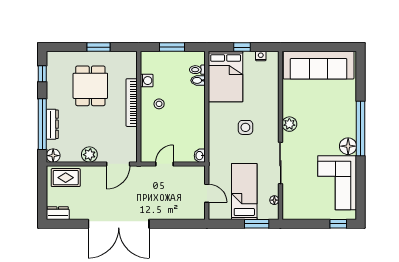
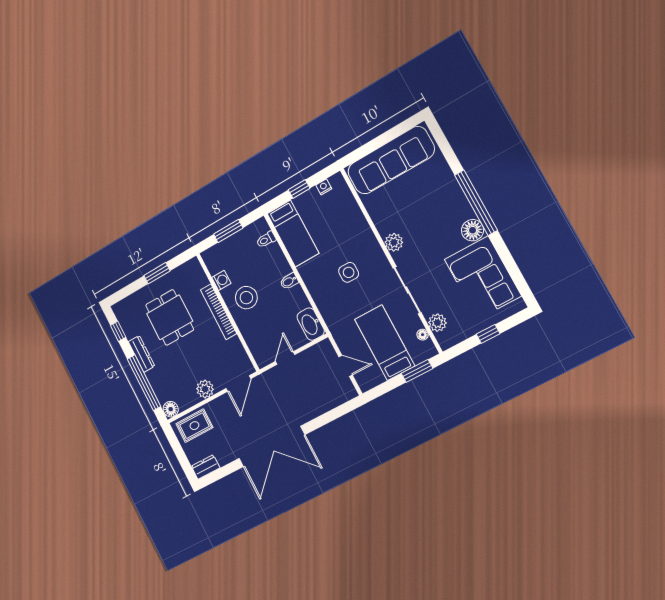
bed: (226, 77) -> (293, 233), width x0.67
bidet: (198, 80) -> (289, 281), moved
stool: (159, 104) -> (246, 298), width x1.89, depth x1.89
dresser: (52, 124) -> (142, 354), moved
washbasin: (200, 156) -> (311, 324), width x1.91, depth x1.45
plant: (289, 197) -> (437, 323), added
window: (338, 224) -> (488, 334), moved

